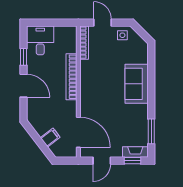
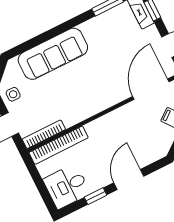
bookcase: (71, 77) -> (59, 145), moved
sofa: (137, 84) -> (53, 54), width x1.36

